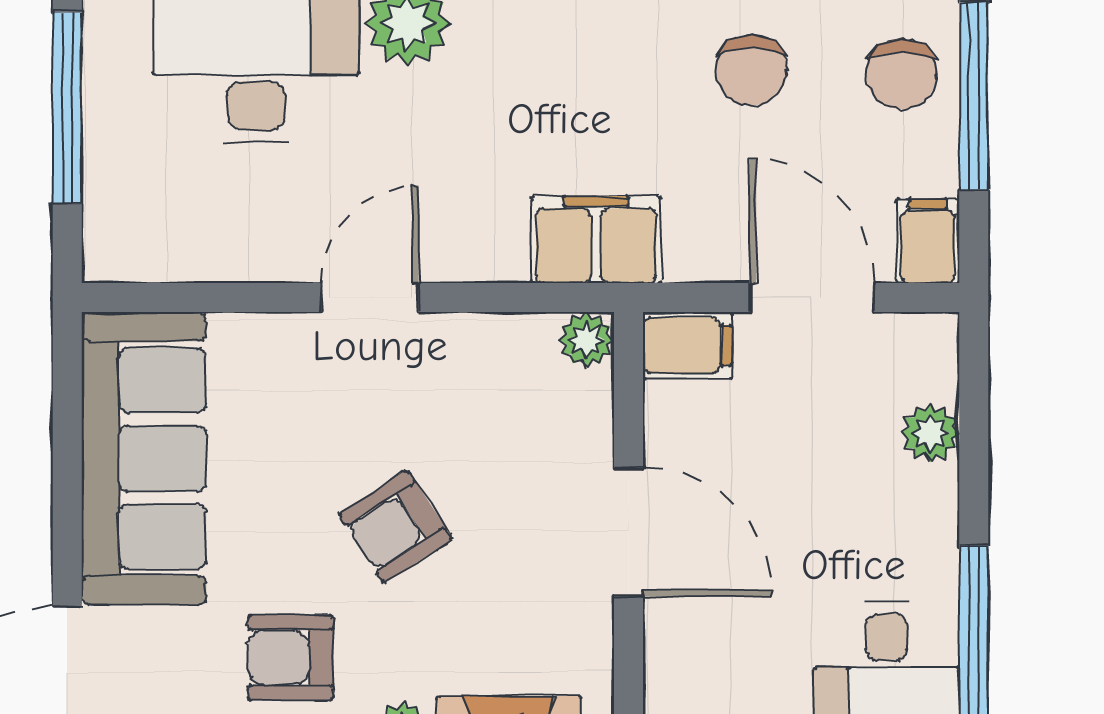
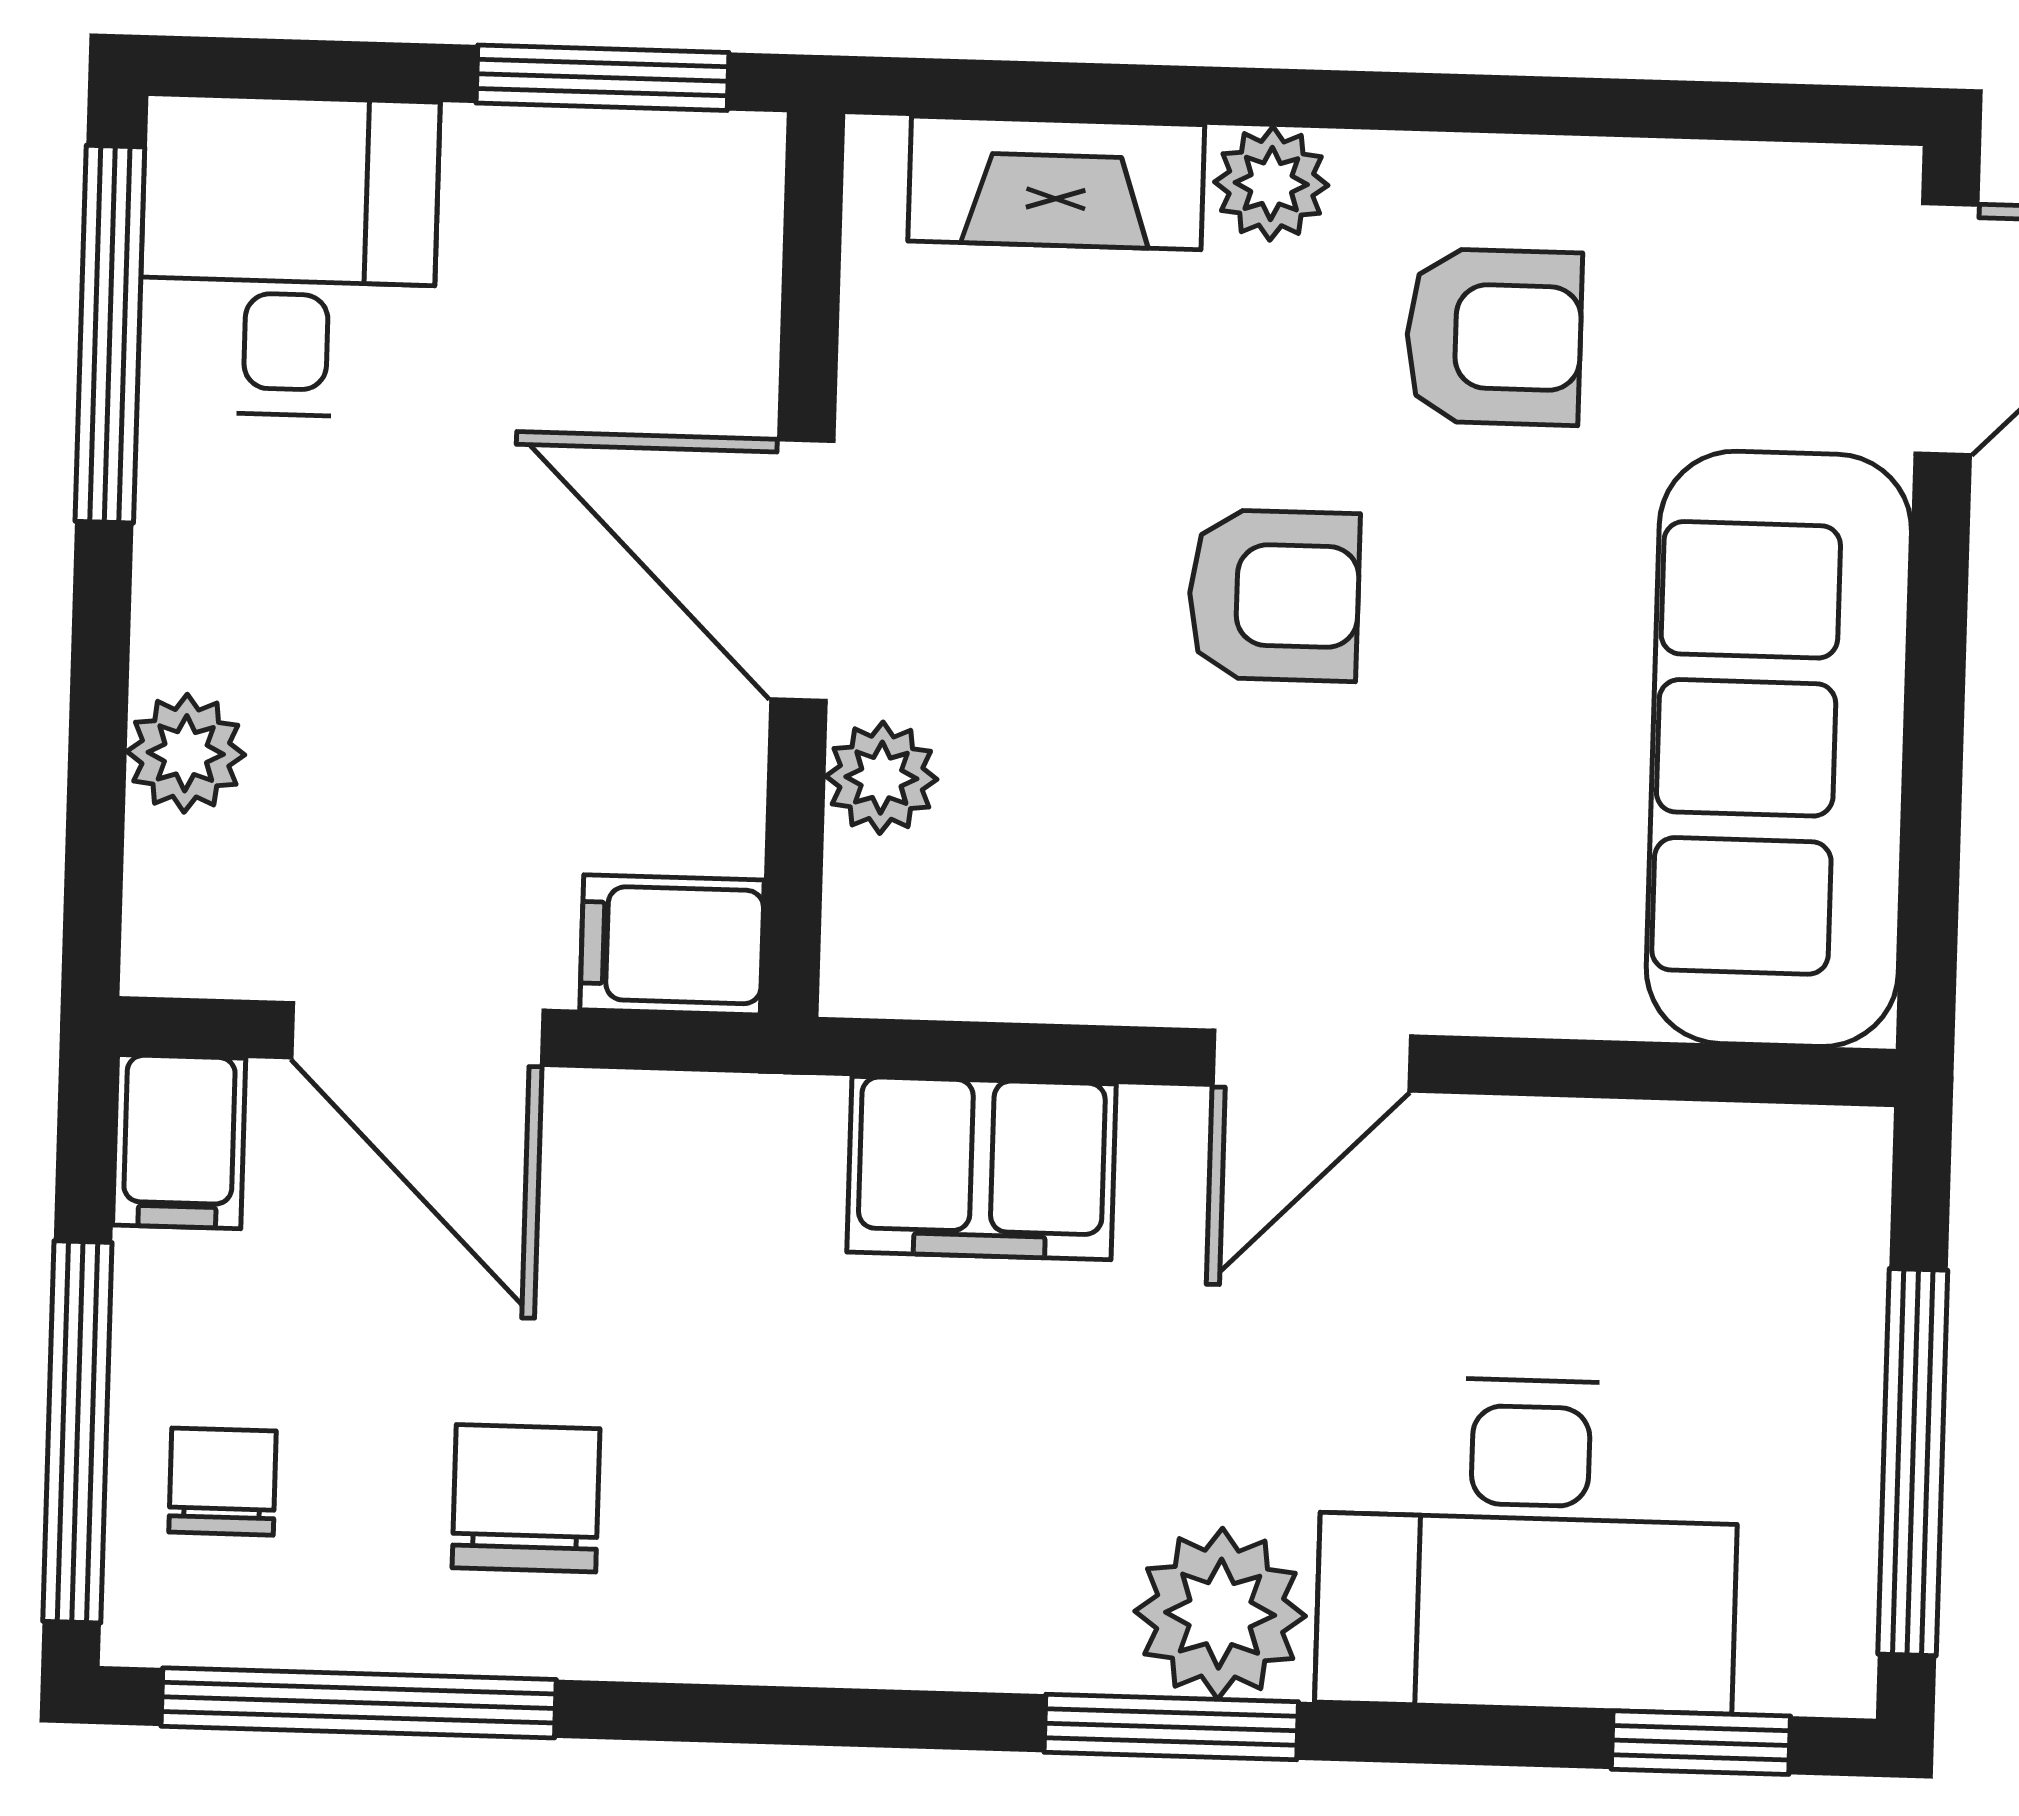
chair: (901, 74) -> (223, 1482), width x0.73, depth x0.73
filing cabinet: (596, 240) -> (982, 1168), moved
plant: (586, 340) -> (881, 778), moved
armchair: (395, 527) -> (1274, 595), turned 33

